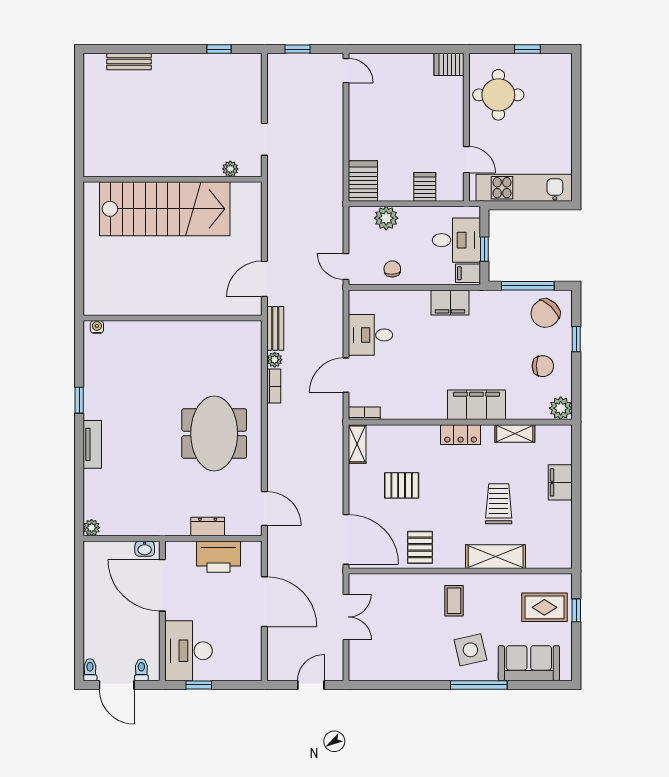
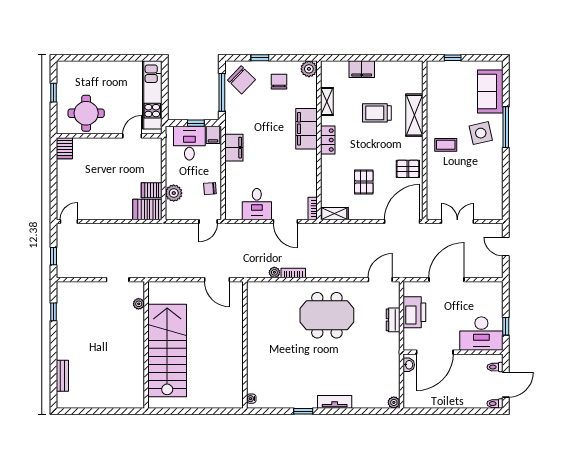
server rack: (425, 187) -> (152, 190), moved
bench: (275, 328) -> (252, 272), removed
rug: (544, 607) -> (451, 80), removed

